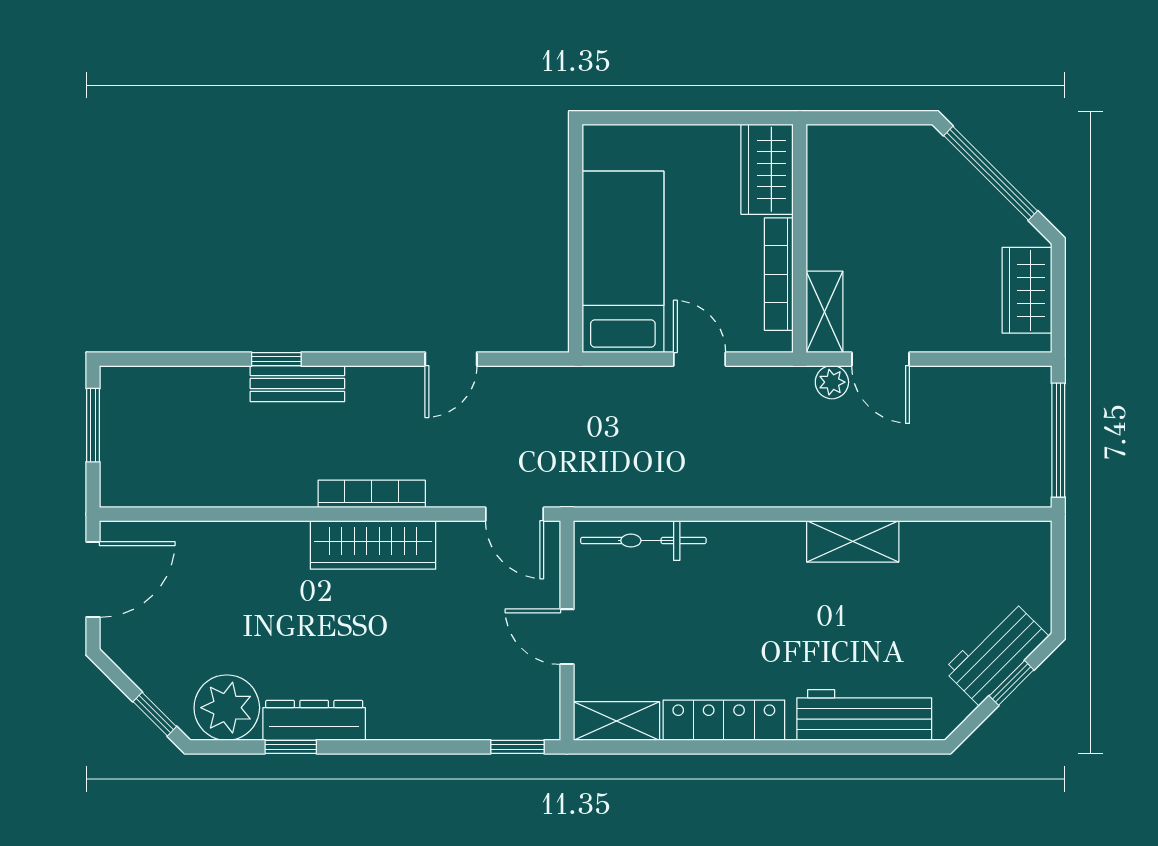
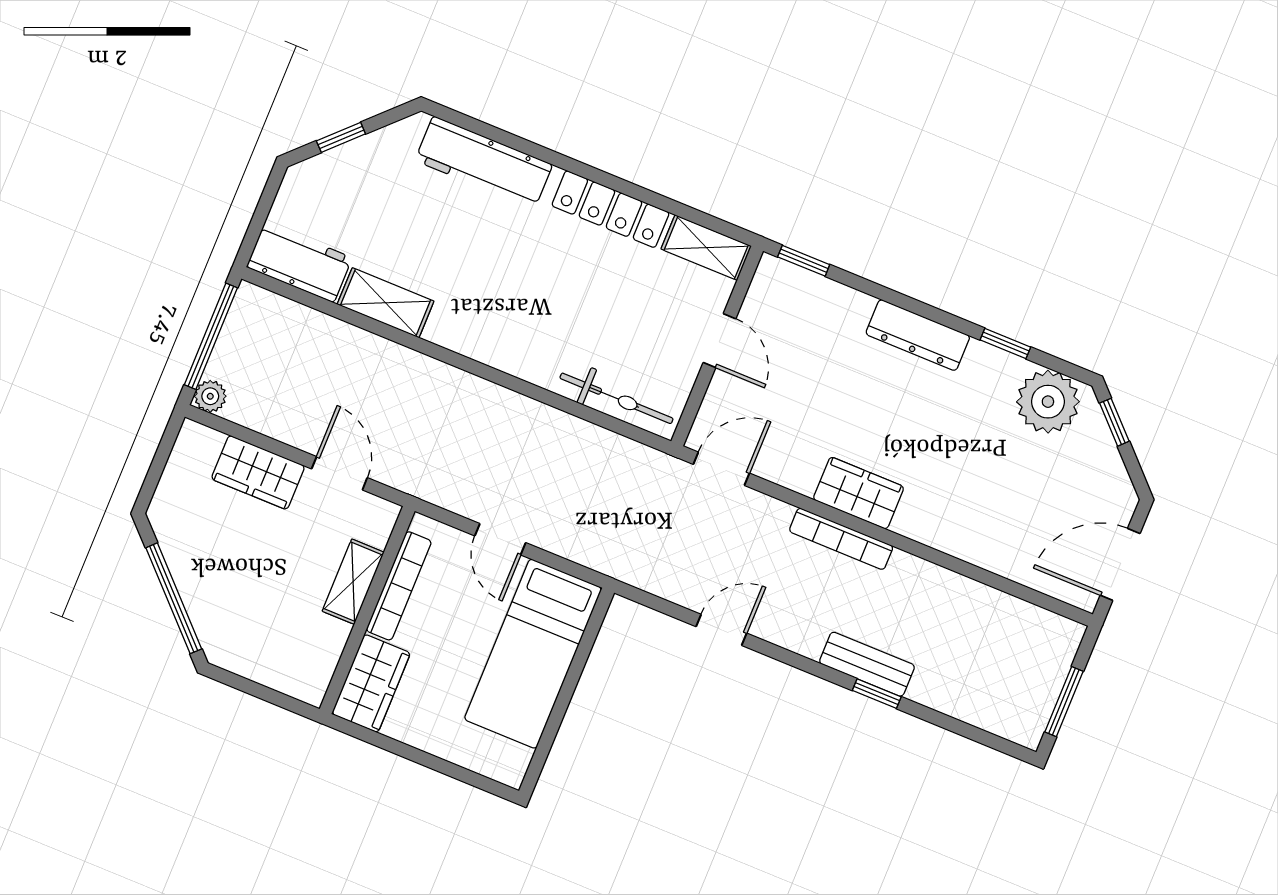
wardrobe: (1027, 290) -> (258, 472), moved, turned 90
shelving: (824, 312) -> (353, 582), moved
plant: (832, 382) -> (210, 396), moved
door: (515, 514) -> (721, 469), hinge flipped
shelving: (853, 541) -> (386, 303), moved
wardrobe: (373, 545) -> (859, 493), width x0.67
workbench: (996, 653) -> (299, 262), moved, turned -135
dresser: (314, 720) -> (918, 335), moved

